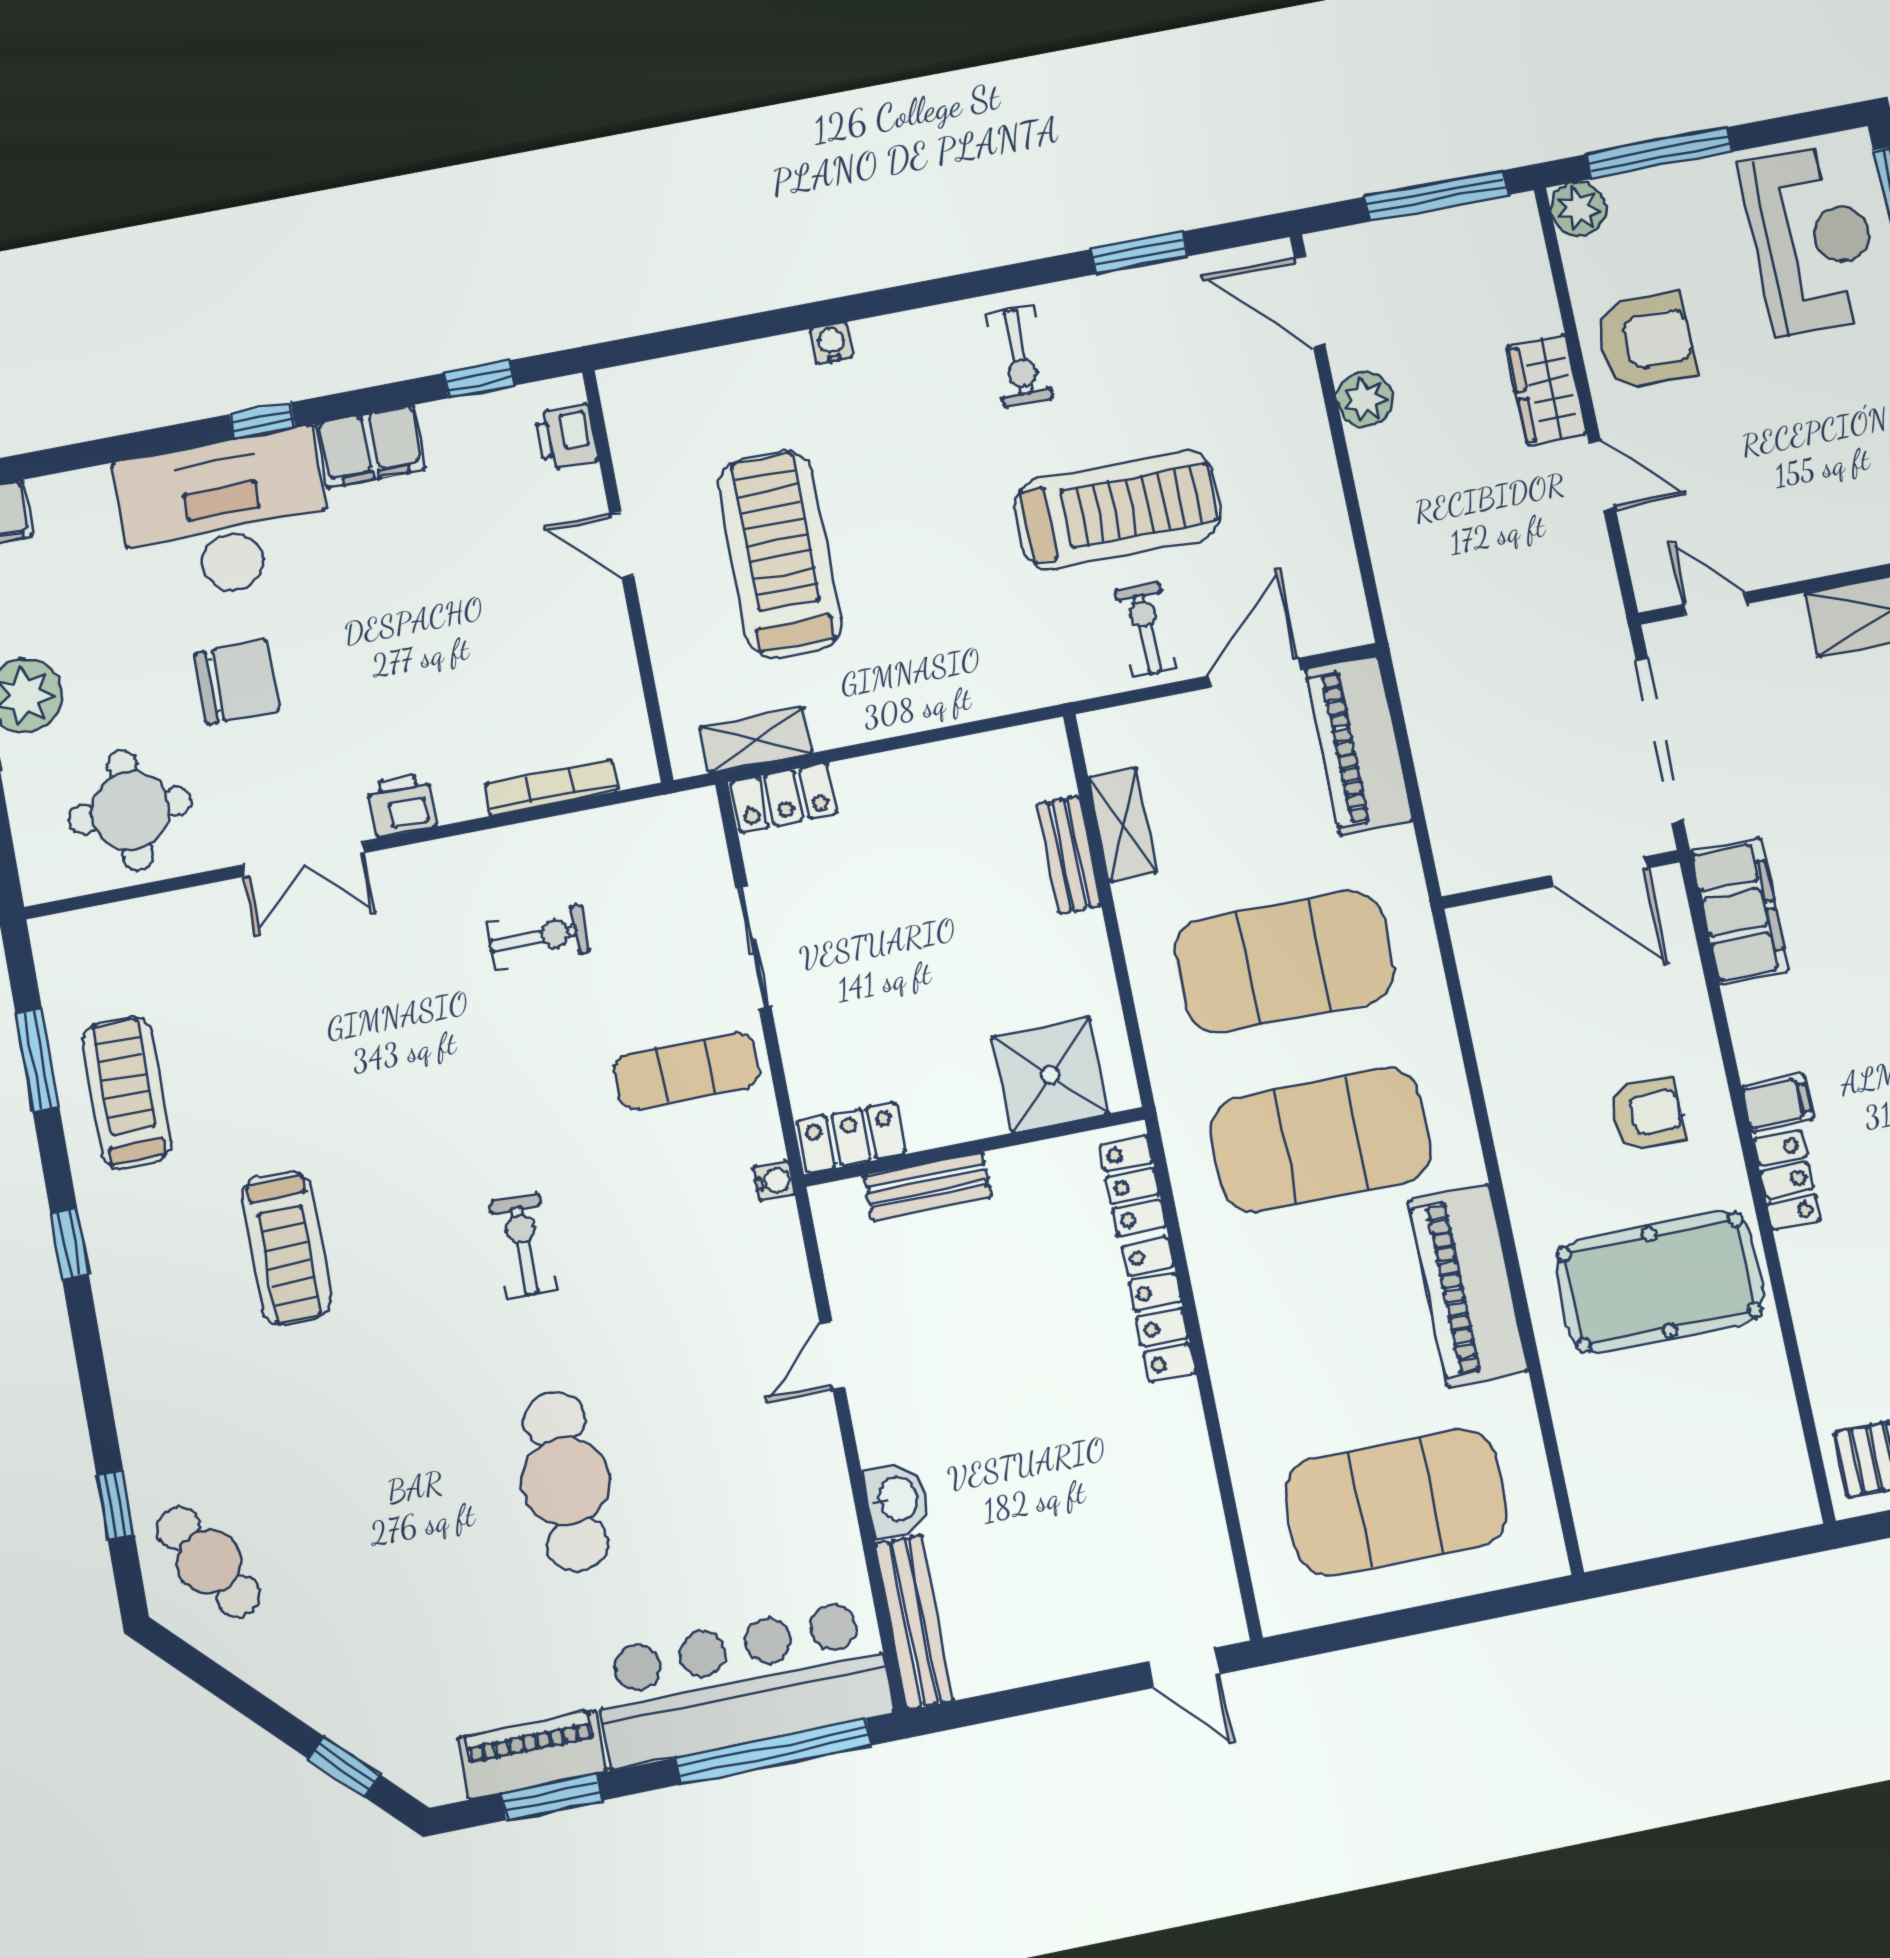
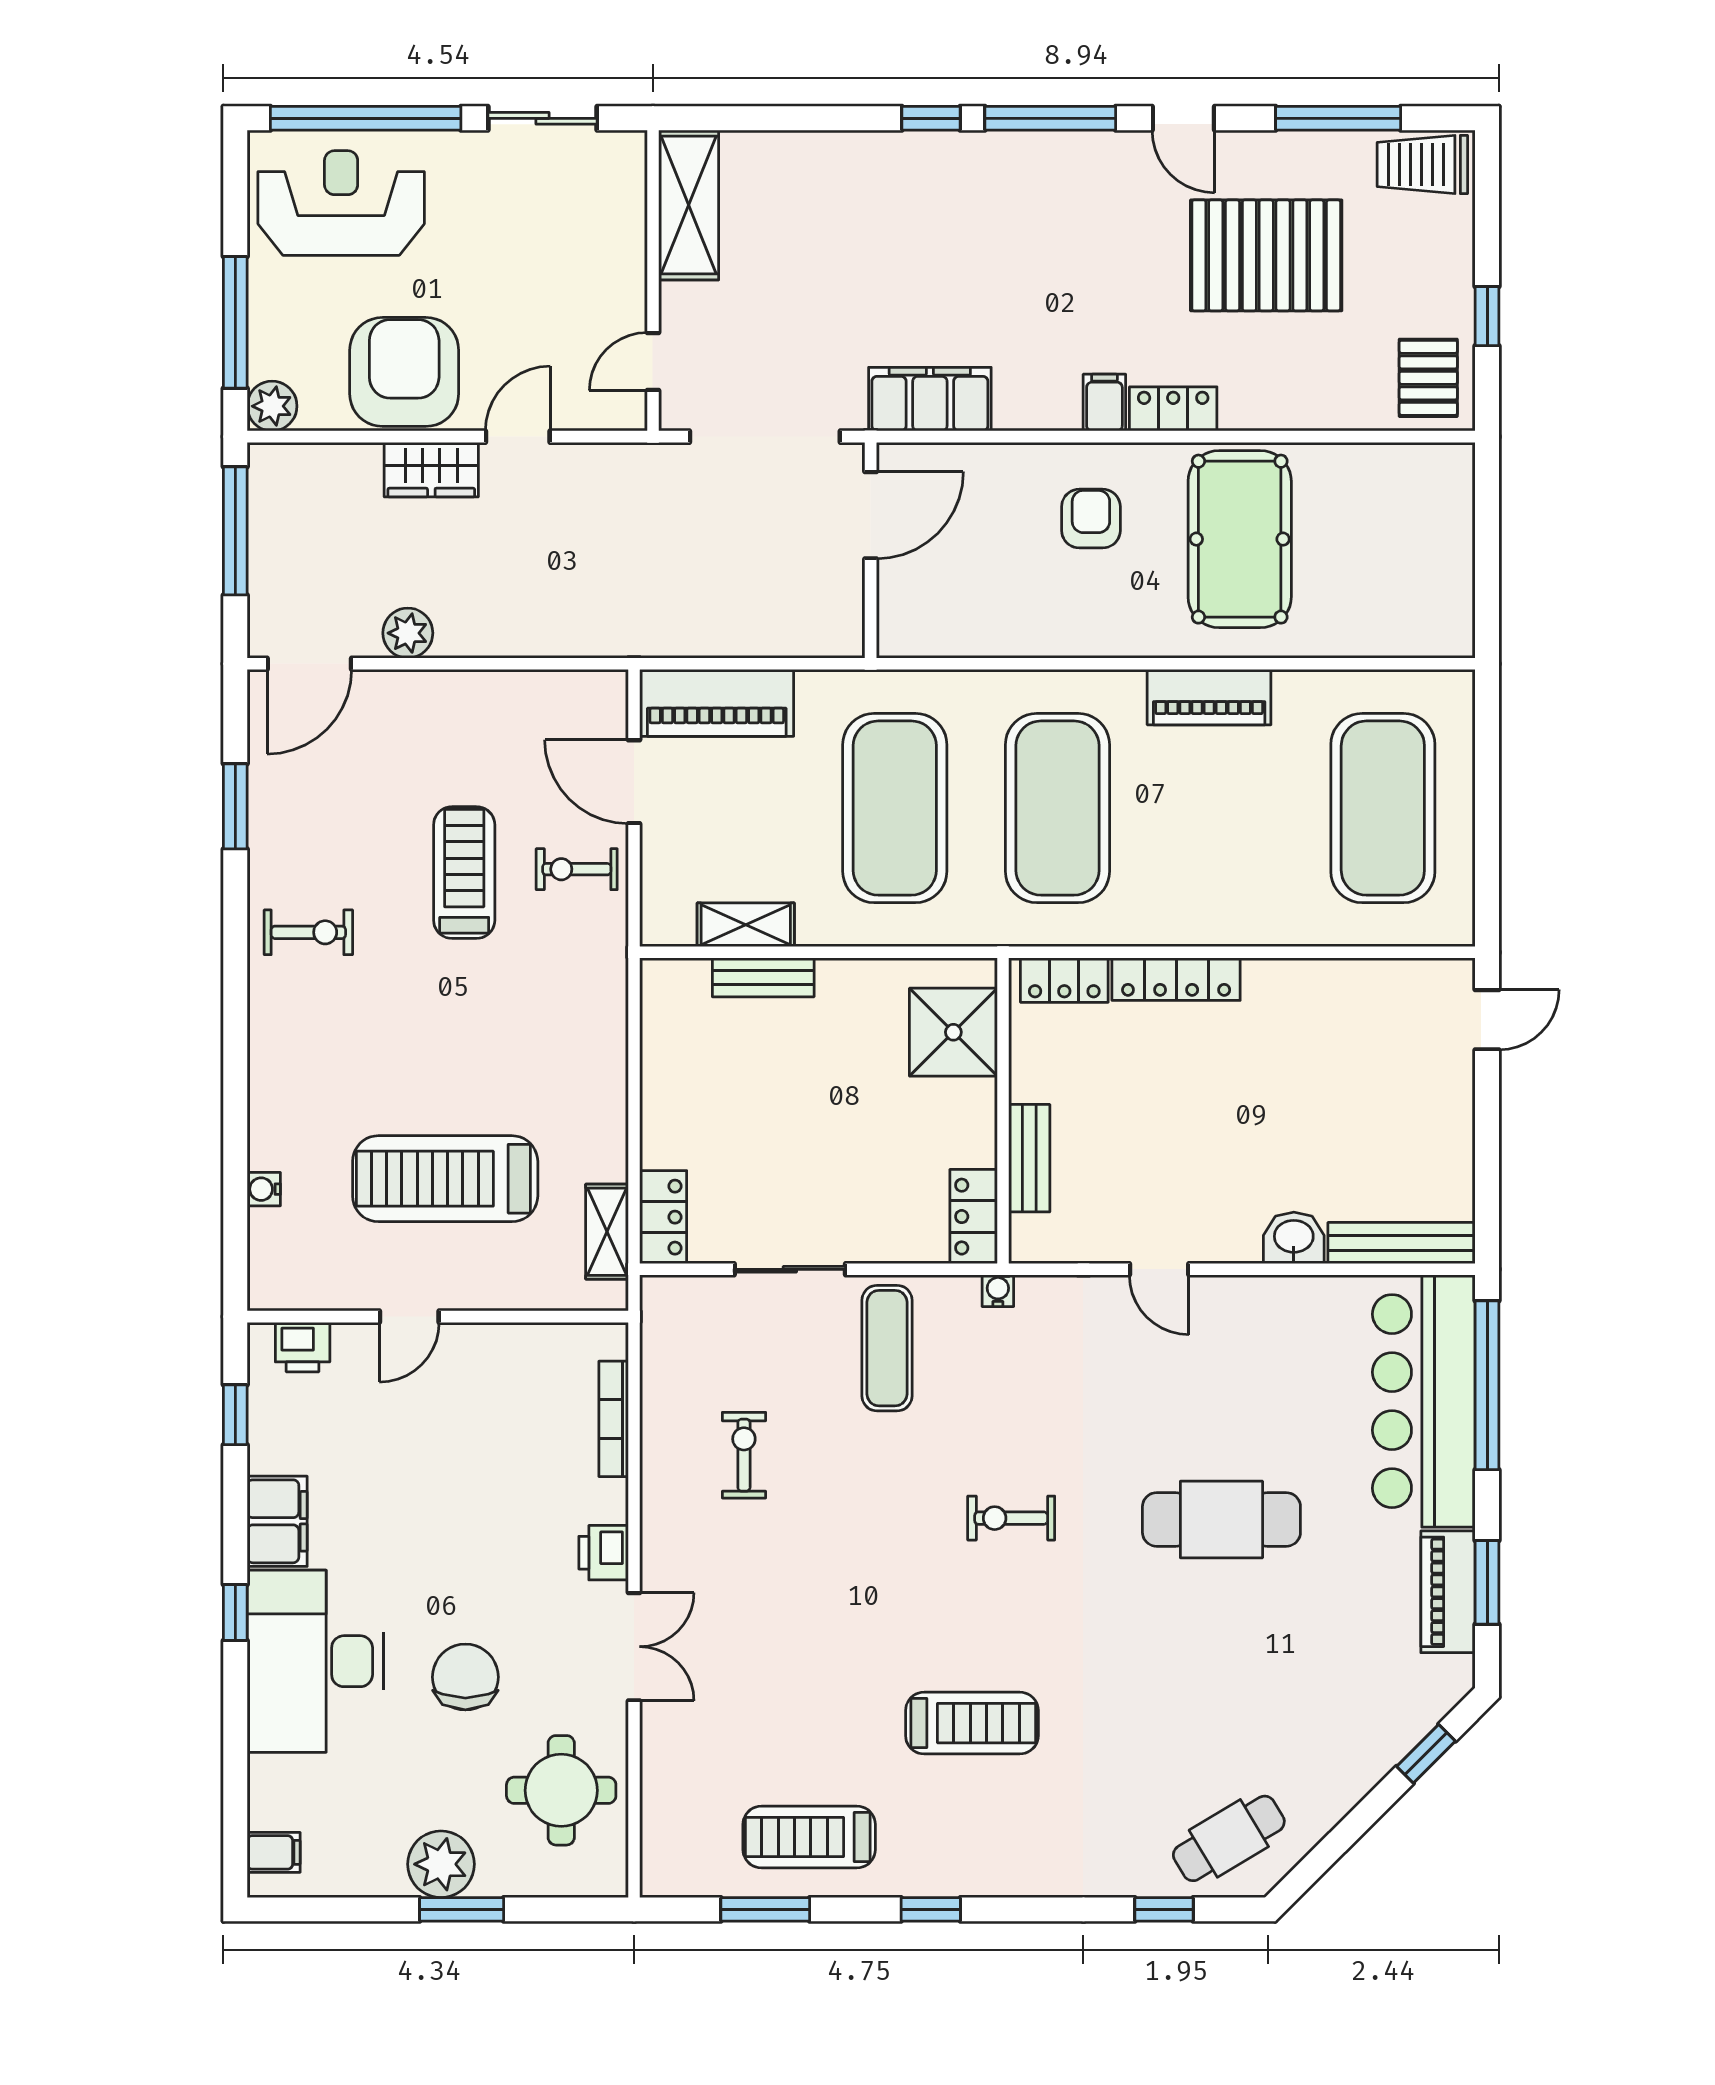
armchair: (1646, 341) -> (404, 372), width x1.36, depth x1.36
water cooler: (831, 343) -> (264, 1189), moved
treadmill: (1118, 510) -> (464, 873), width x0.73, depth x0.73
piano: (1468, 1286) -> (1209, 697), width x0.73, depth x0.75

